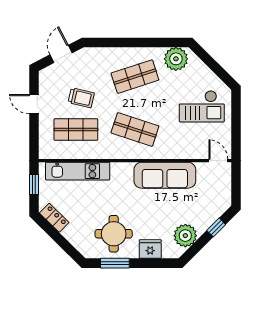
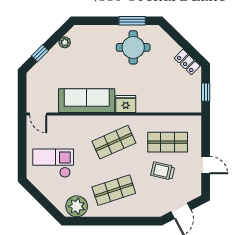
shop shelf: (135, 130) -> (114, 142), turned -42
kitchen unit: (78, 171) -> (166, 104), removed
plant: (185, 236) -> (65, 42), width x0.53, depth x0.53
fridge: (150, 249) -> (126, 104), moved, turned 180

